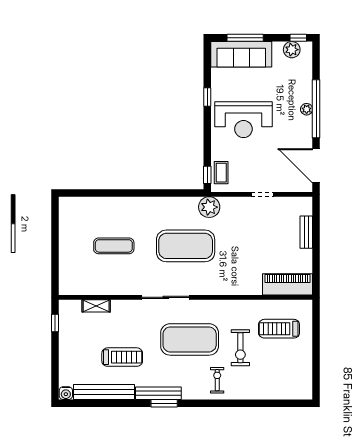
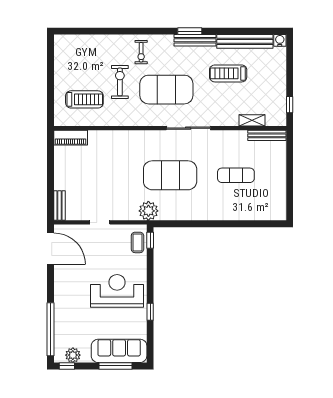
plant: (307, 109) -> (59, 301), removed
window: (316, 109) -> (50, 329), moved
bench: (306, 232) -> (59, 206), moved
piano: (288, 284) -> (71, 138), width x0.73, depth x0.75
bench: (80, 289) -> (267, 135), added

